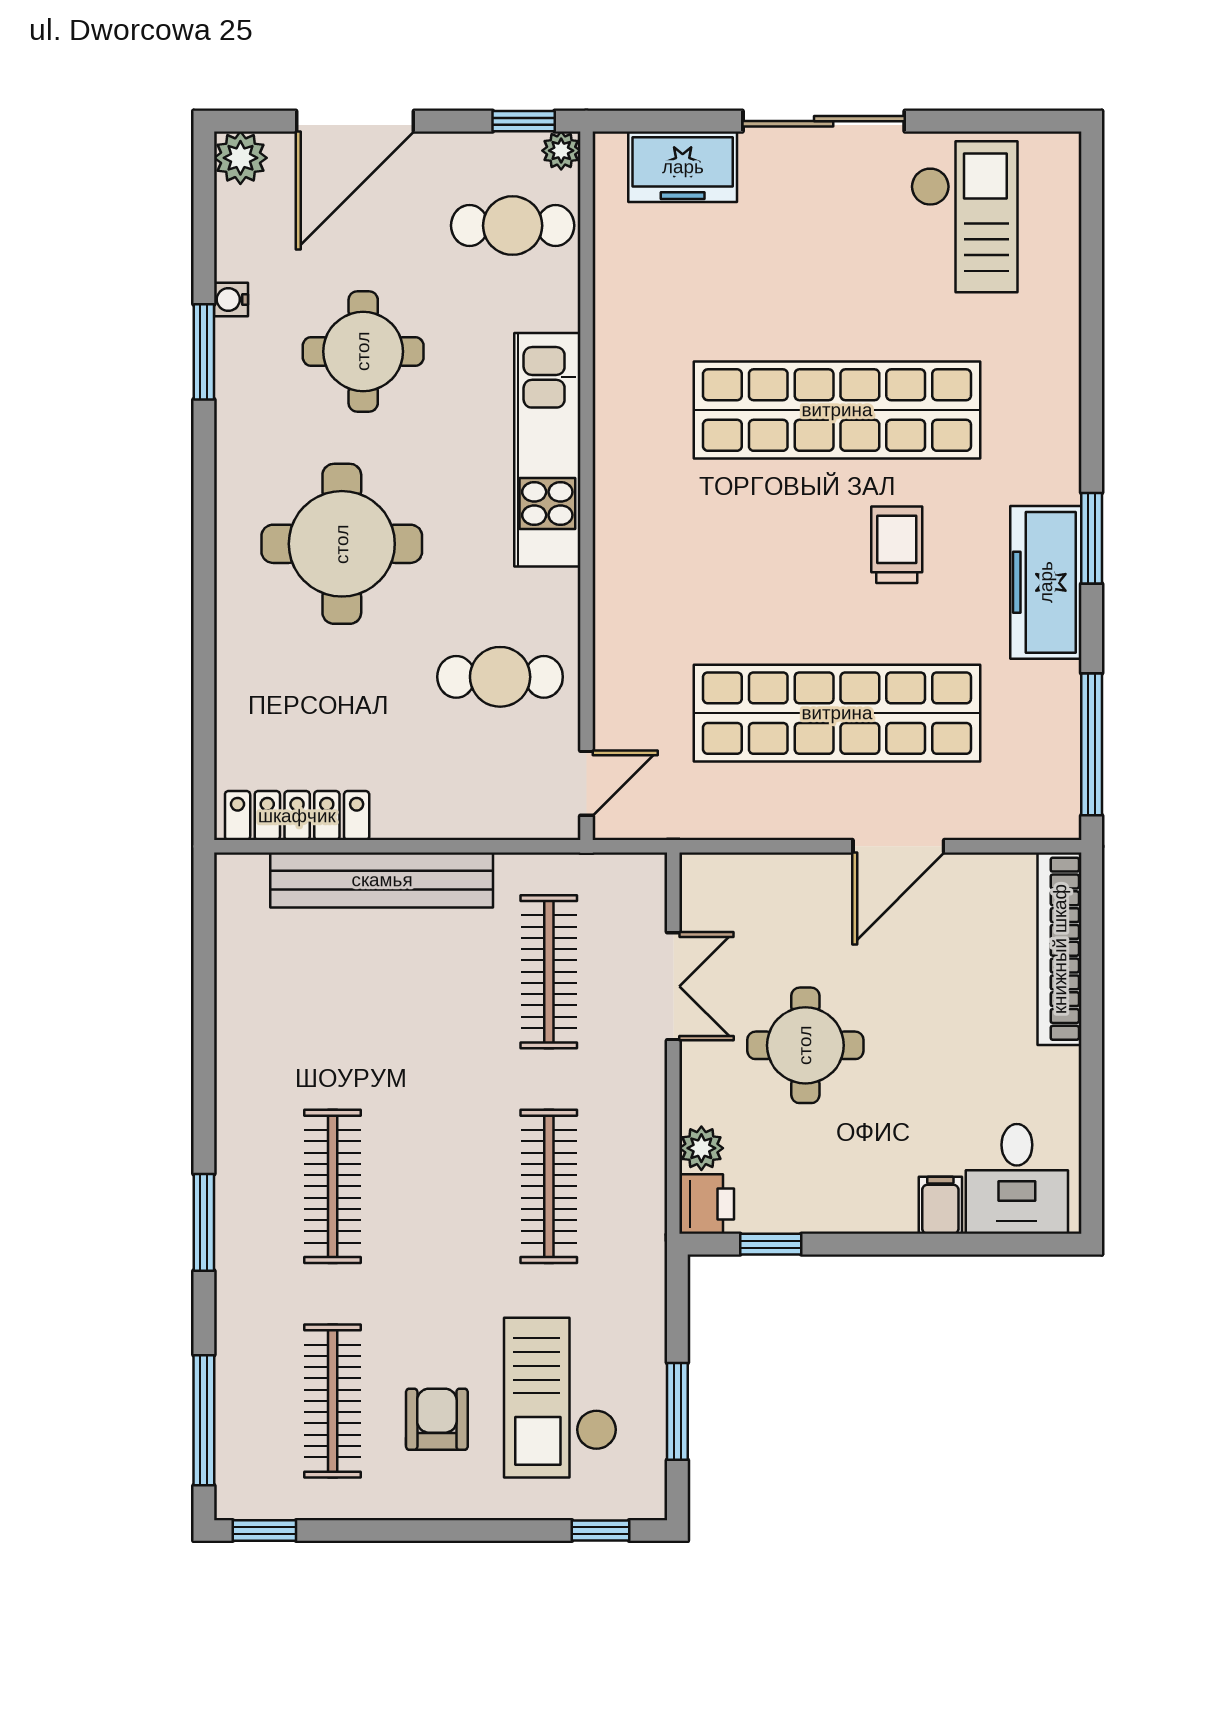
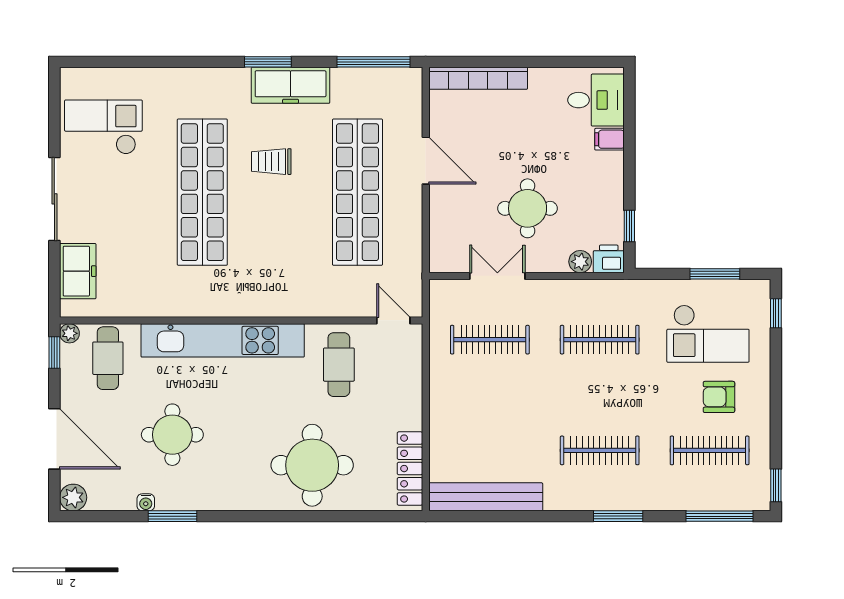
kitchen unit: (547, 450) -> (223, 340), width x1.36
round table: (342, 544) -> (312, 465), moved
bench: (382, 880) -> (486, 497), moved, turned 90

